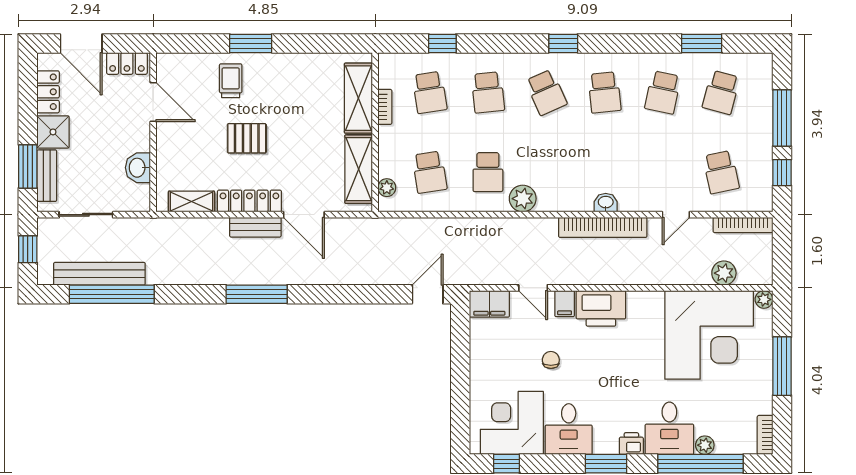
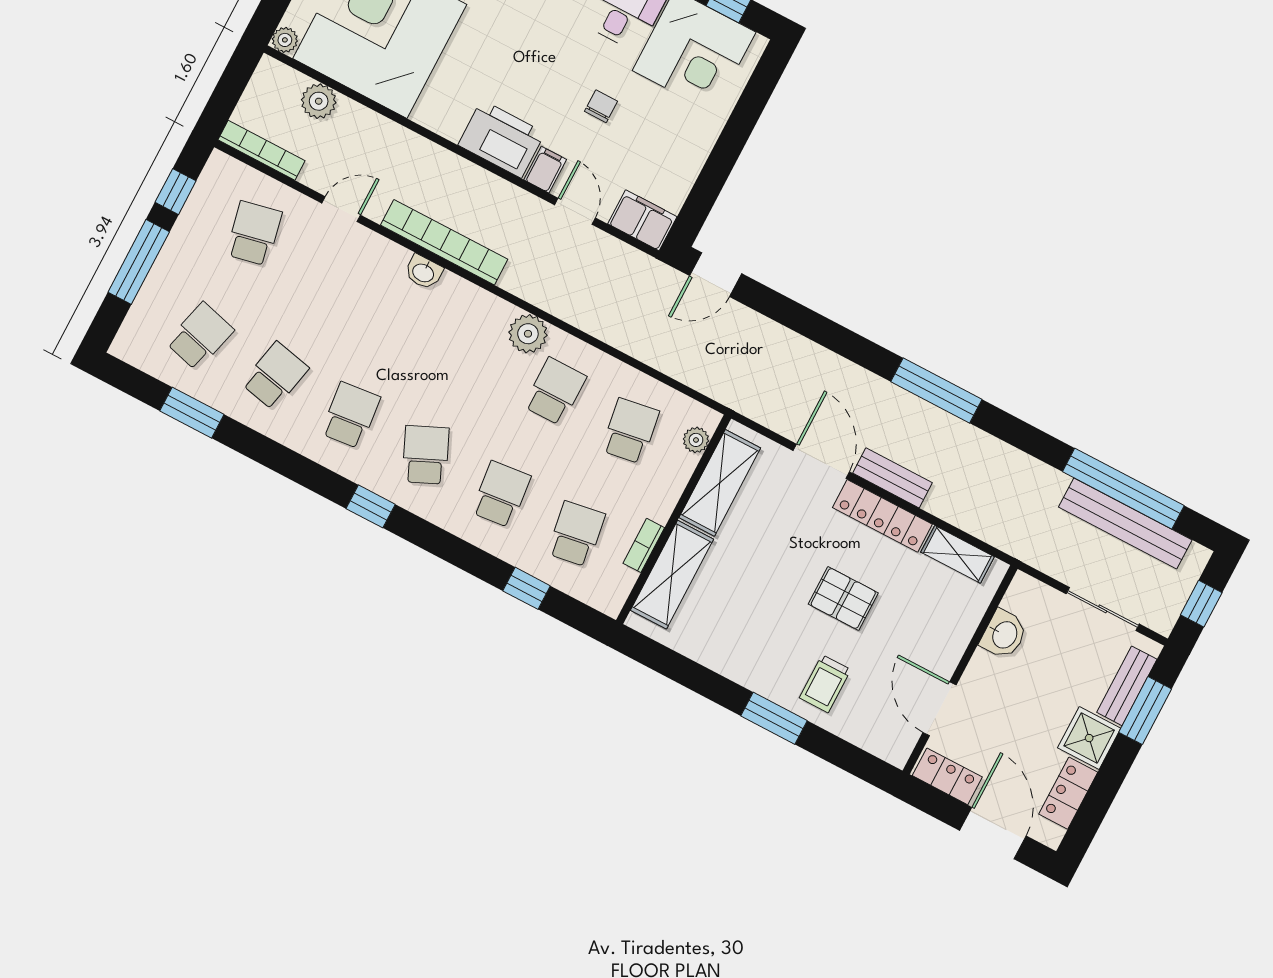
chair: (551, 360) -> (601, 106), turned 180

